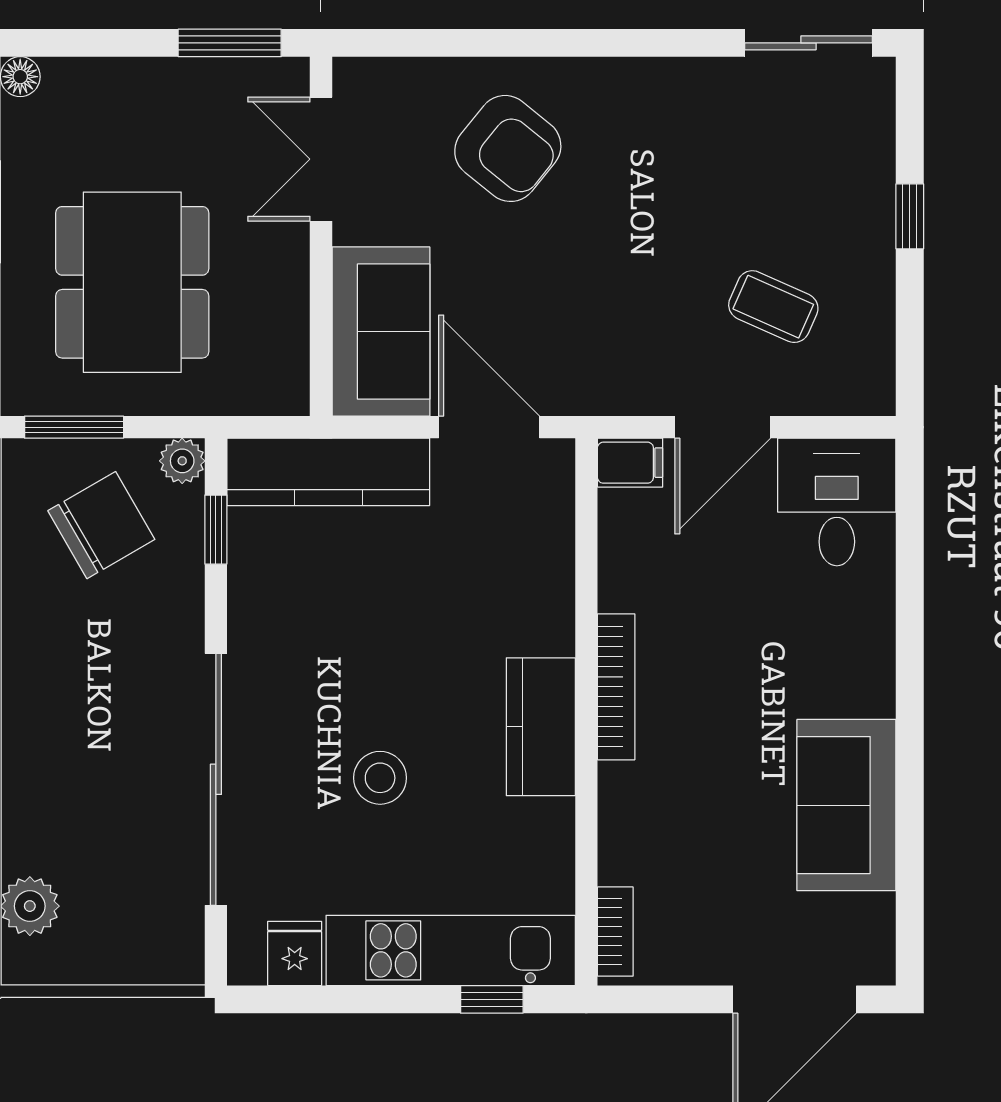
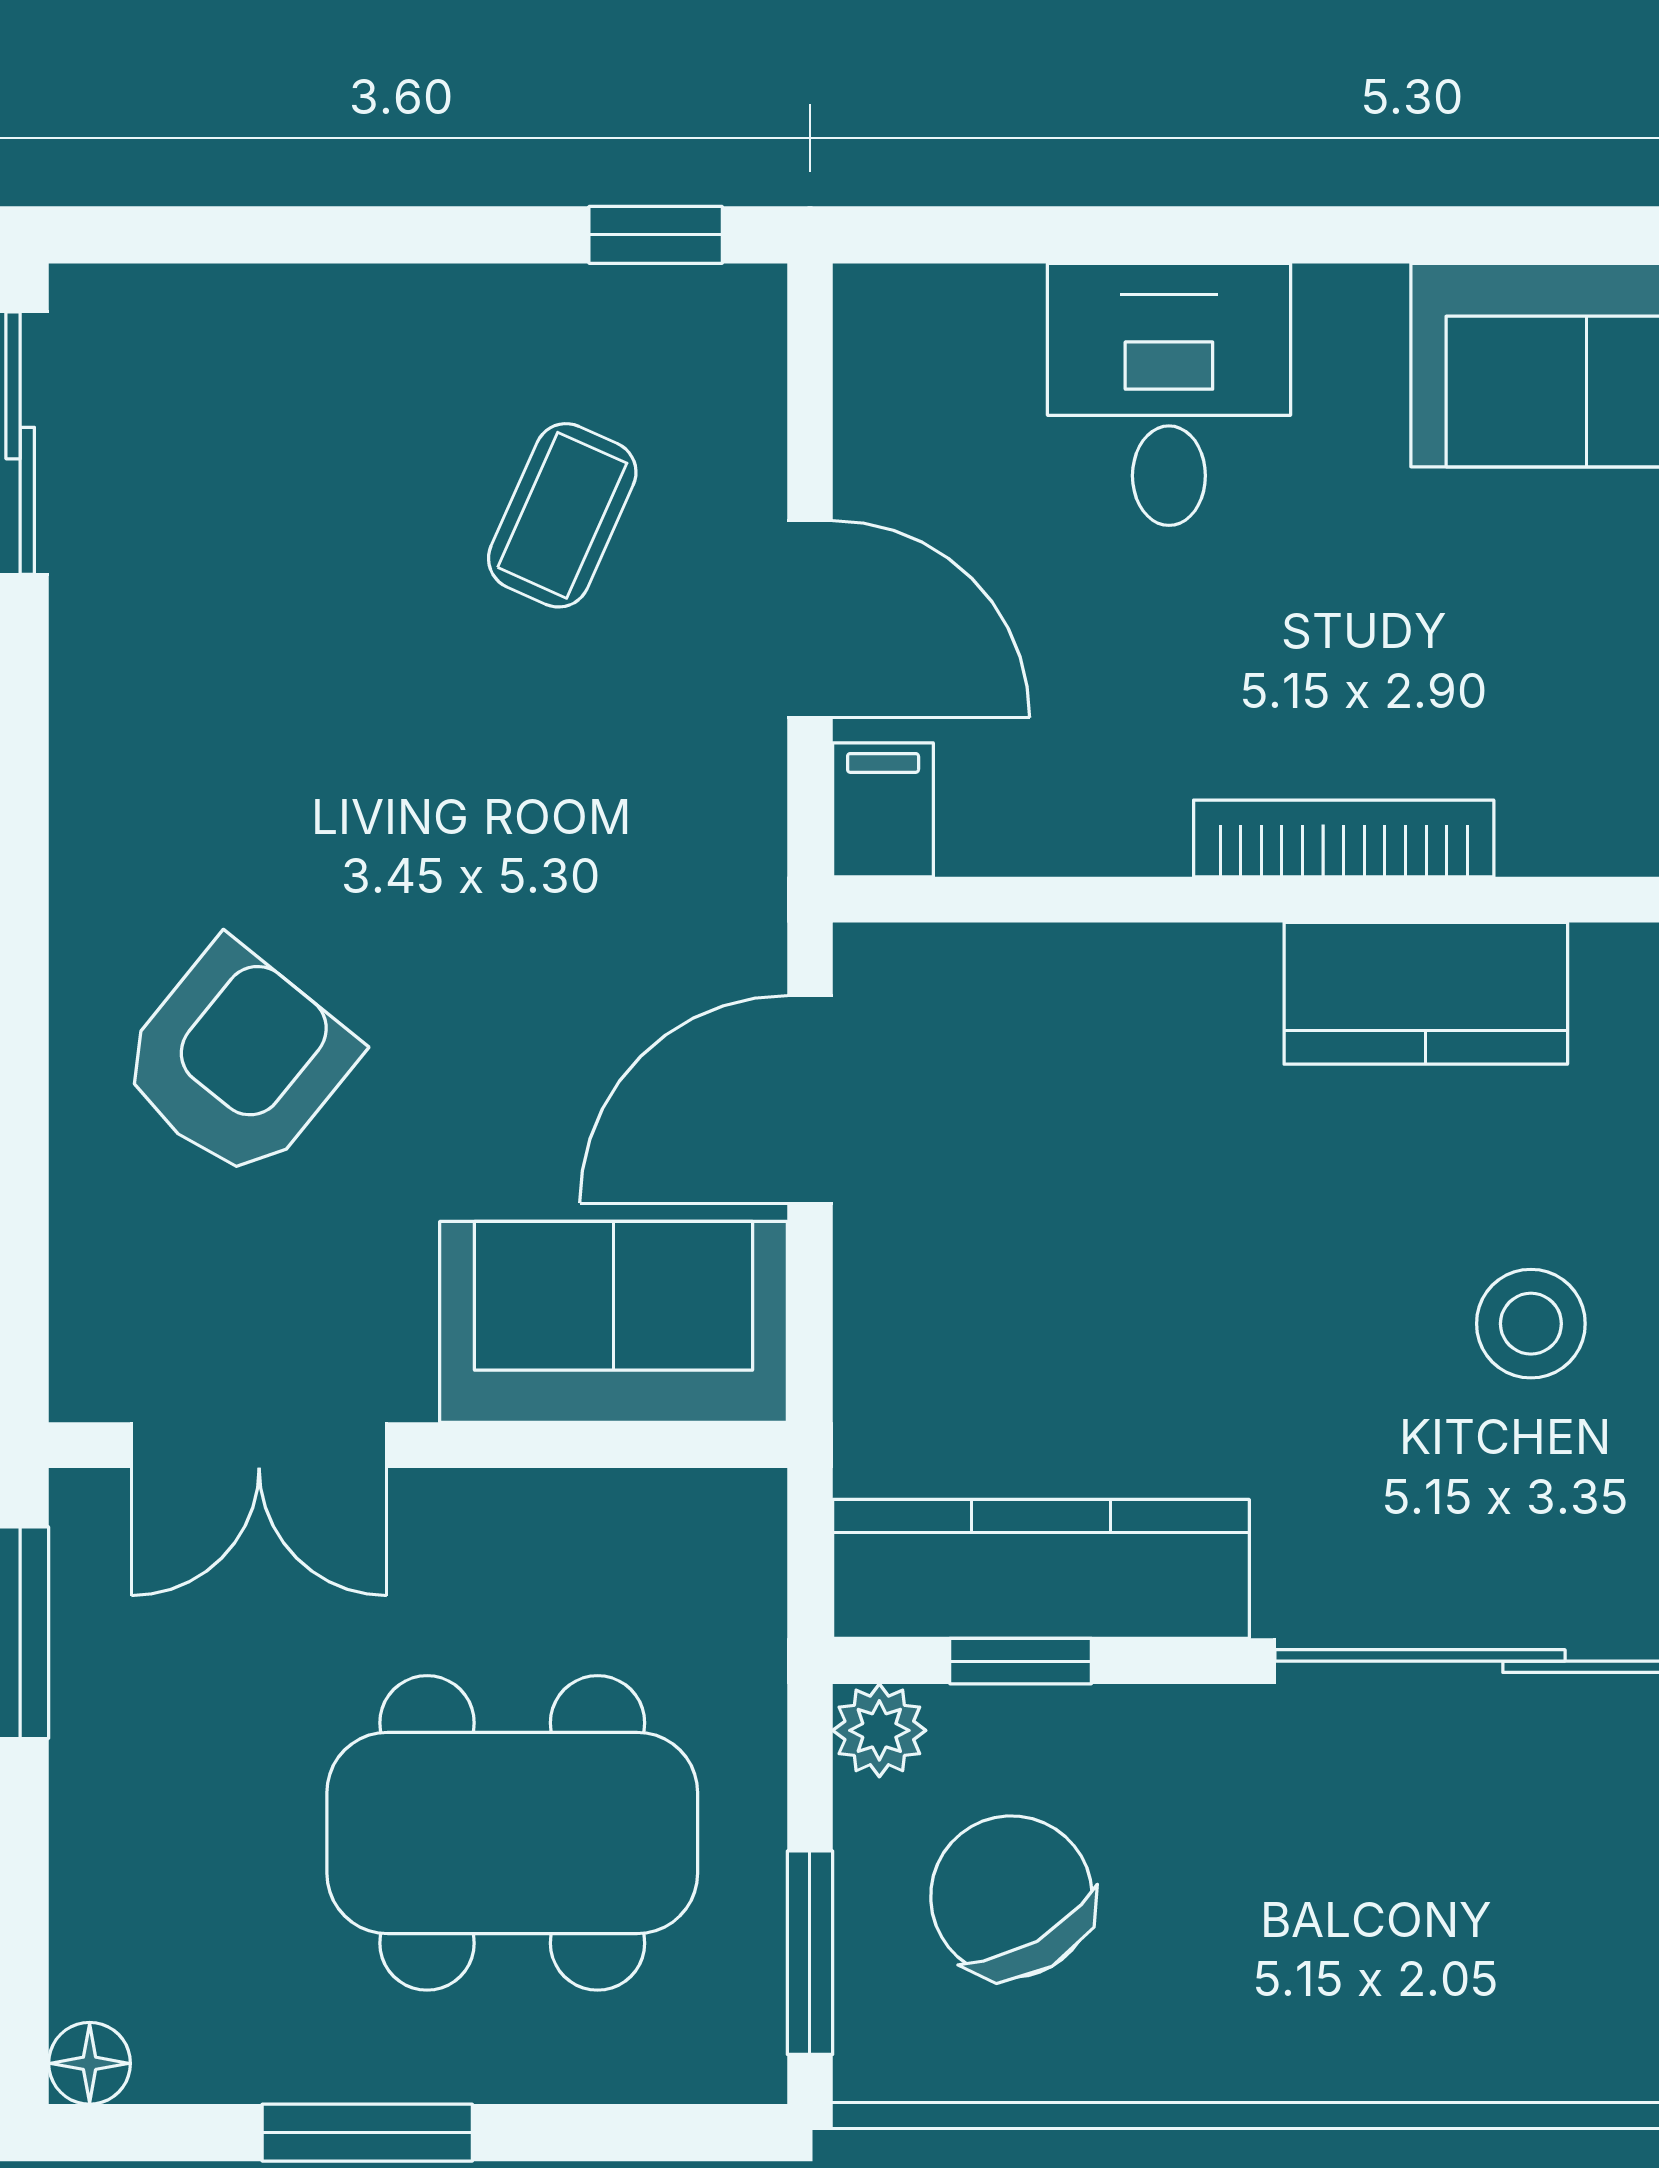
window: (910, 216) -> (656, 235), moved
kitchen counter: (328, 472) -> (1041, 1569), moved, turned -90
desk: (837, 502) -> (1169, 394), moved, turned 90

